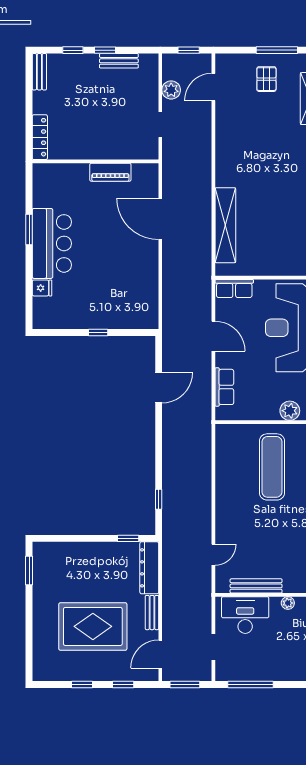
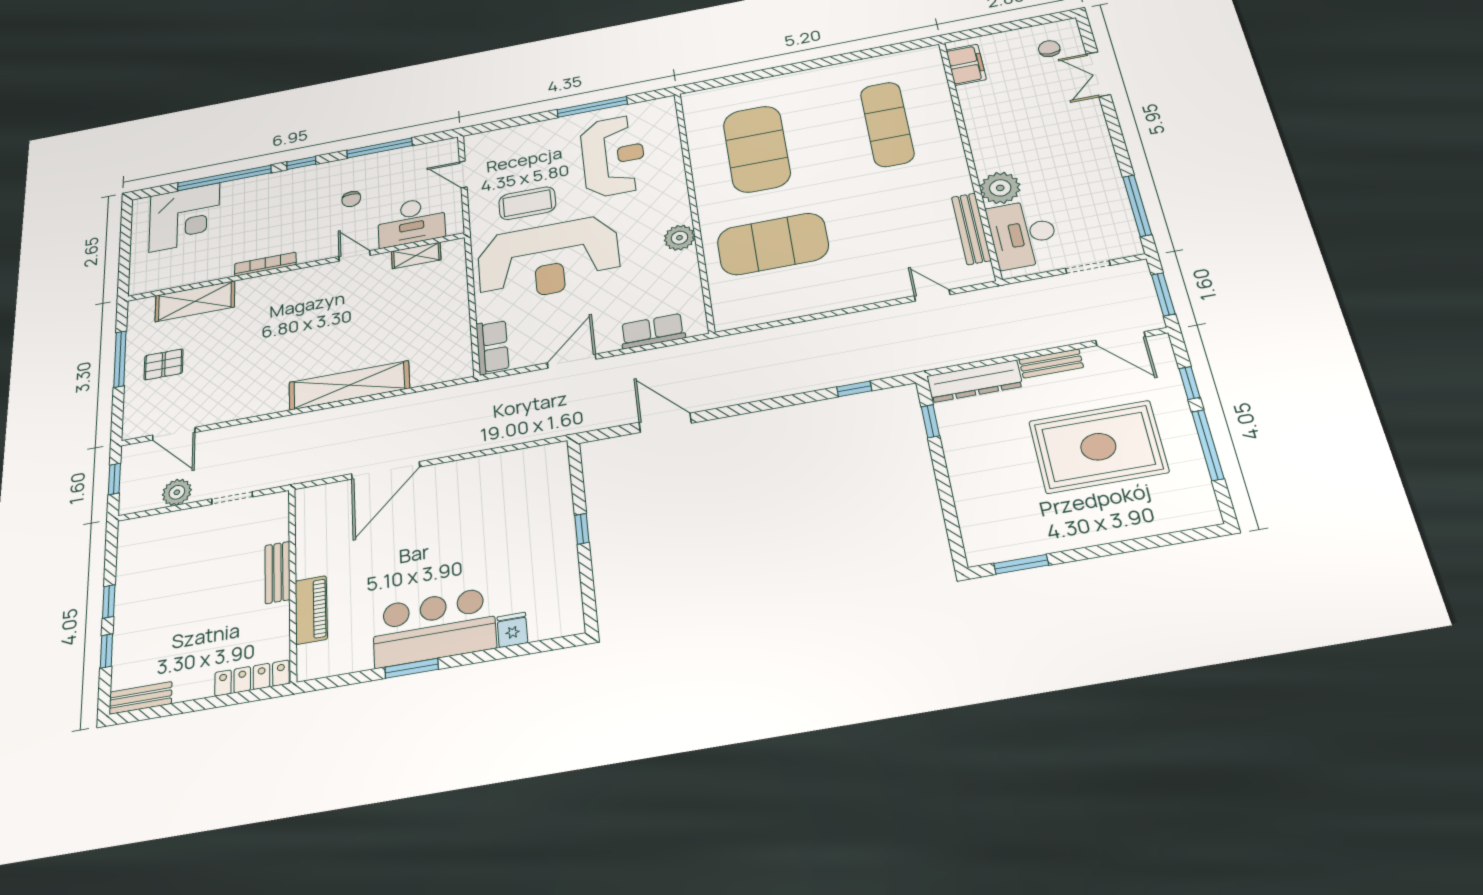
bench: (119, 61) -> (277, 572), moved
piano: (110, 172) -> (311, 610), moved
shelving: (225, 225) -> (349, 385), moved
exercise mat: (272, 467) -> (773, 244), width x1.47
plant: (288, 603) -> (1000, 188), width x1.88, depth x1.88
rug: (93, 626) -> (1098, 447), turned 90
window: (82, 685) -> (1208, 445), width x2.17

